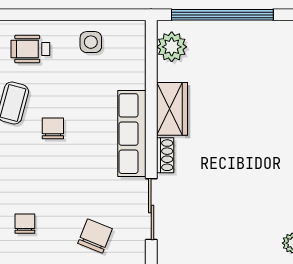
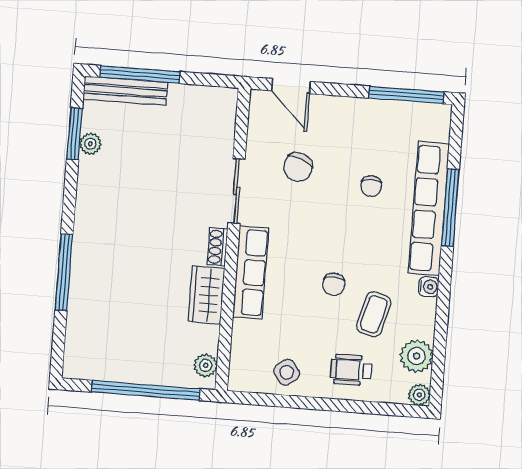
side table: (91, 42) -> (287, 372), turned -37
plant: (172, 47) -> (206, 365), width x0.73, depth x0.73
wheelchair: (30, 49) -> (351, 370), turned 180

